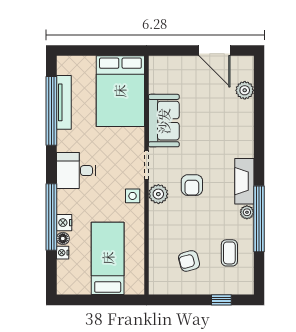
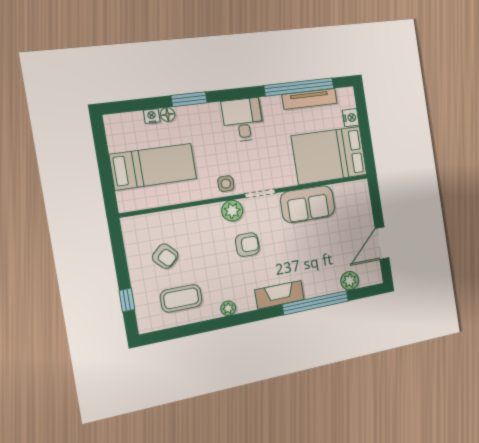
fireplace: (244, 181) -> (280, 295), moved
armchair: (192, 185) -> (247, 245), turned 180
window: (51, 217) -> (189, 99), width x0.47
window: (259, 219) -> (316, 303), moved
nightstand: (64, 223) -> (351, 118), moved, turned 90
coffee table: (229, 253) -> (181, 298), width x1.36, depth x1.30
armchair: (189, 261) -> (165, 256), turned 151

